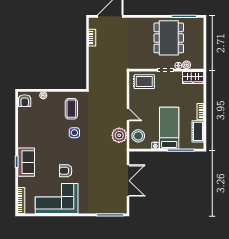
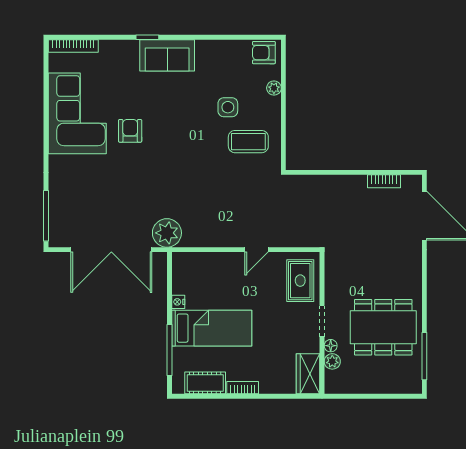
door: (128, 115) -> (256, 250), moved
side table: (74, 133) -> (228, 107), moved
plant: (119, 135) -> (167, 233), moved
stool: (138, 136) -> (197, 269), removed
sofa: (26, 162) -> (167, 55), moved
double door: (128, 181) -> (111, 250), width x1.36

